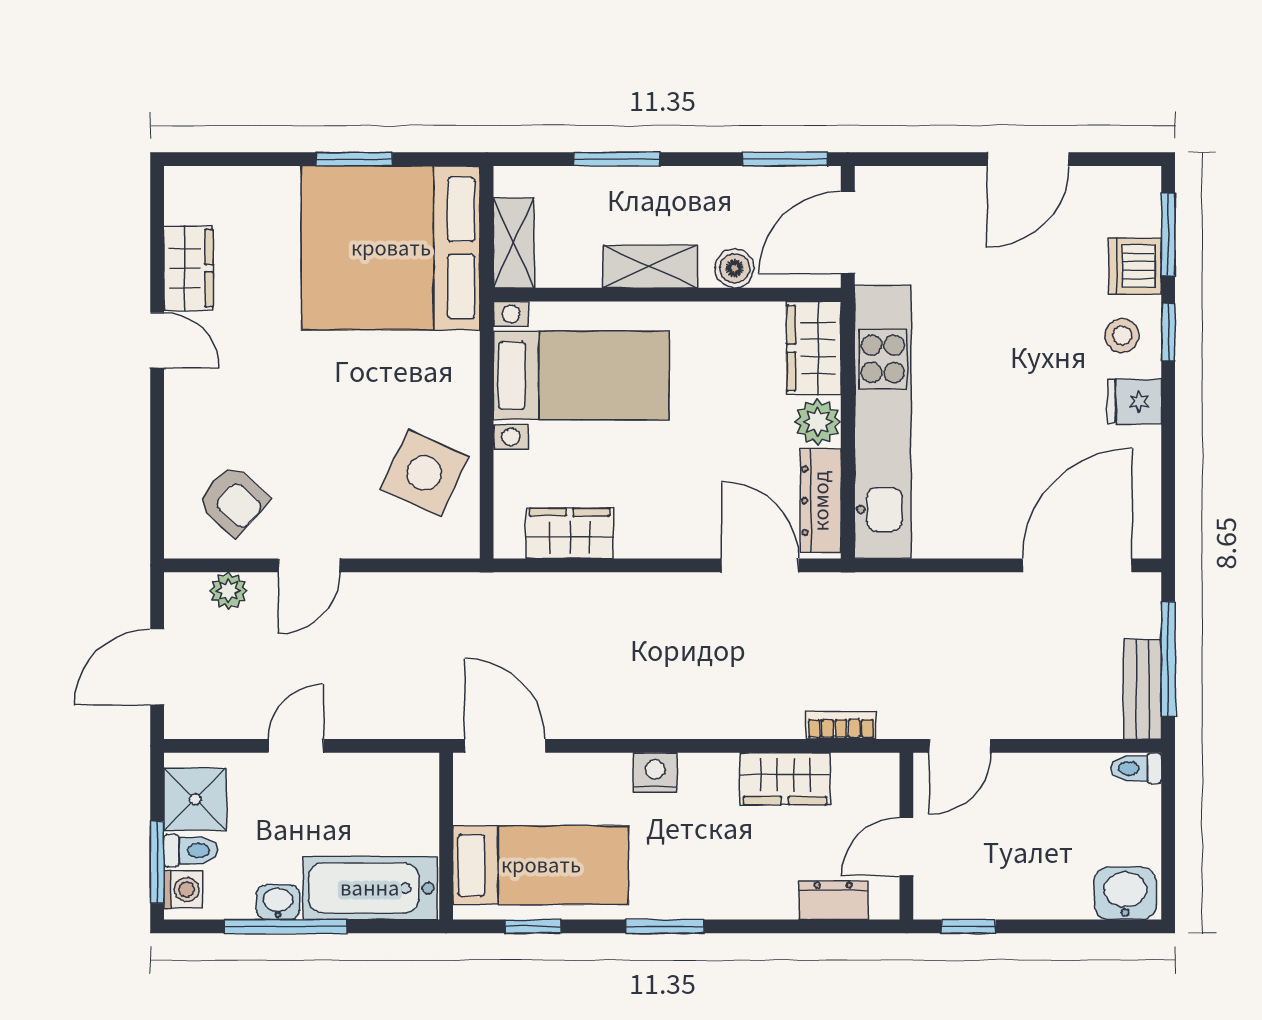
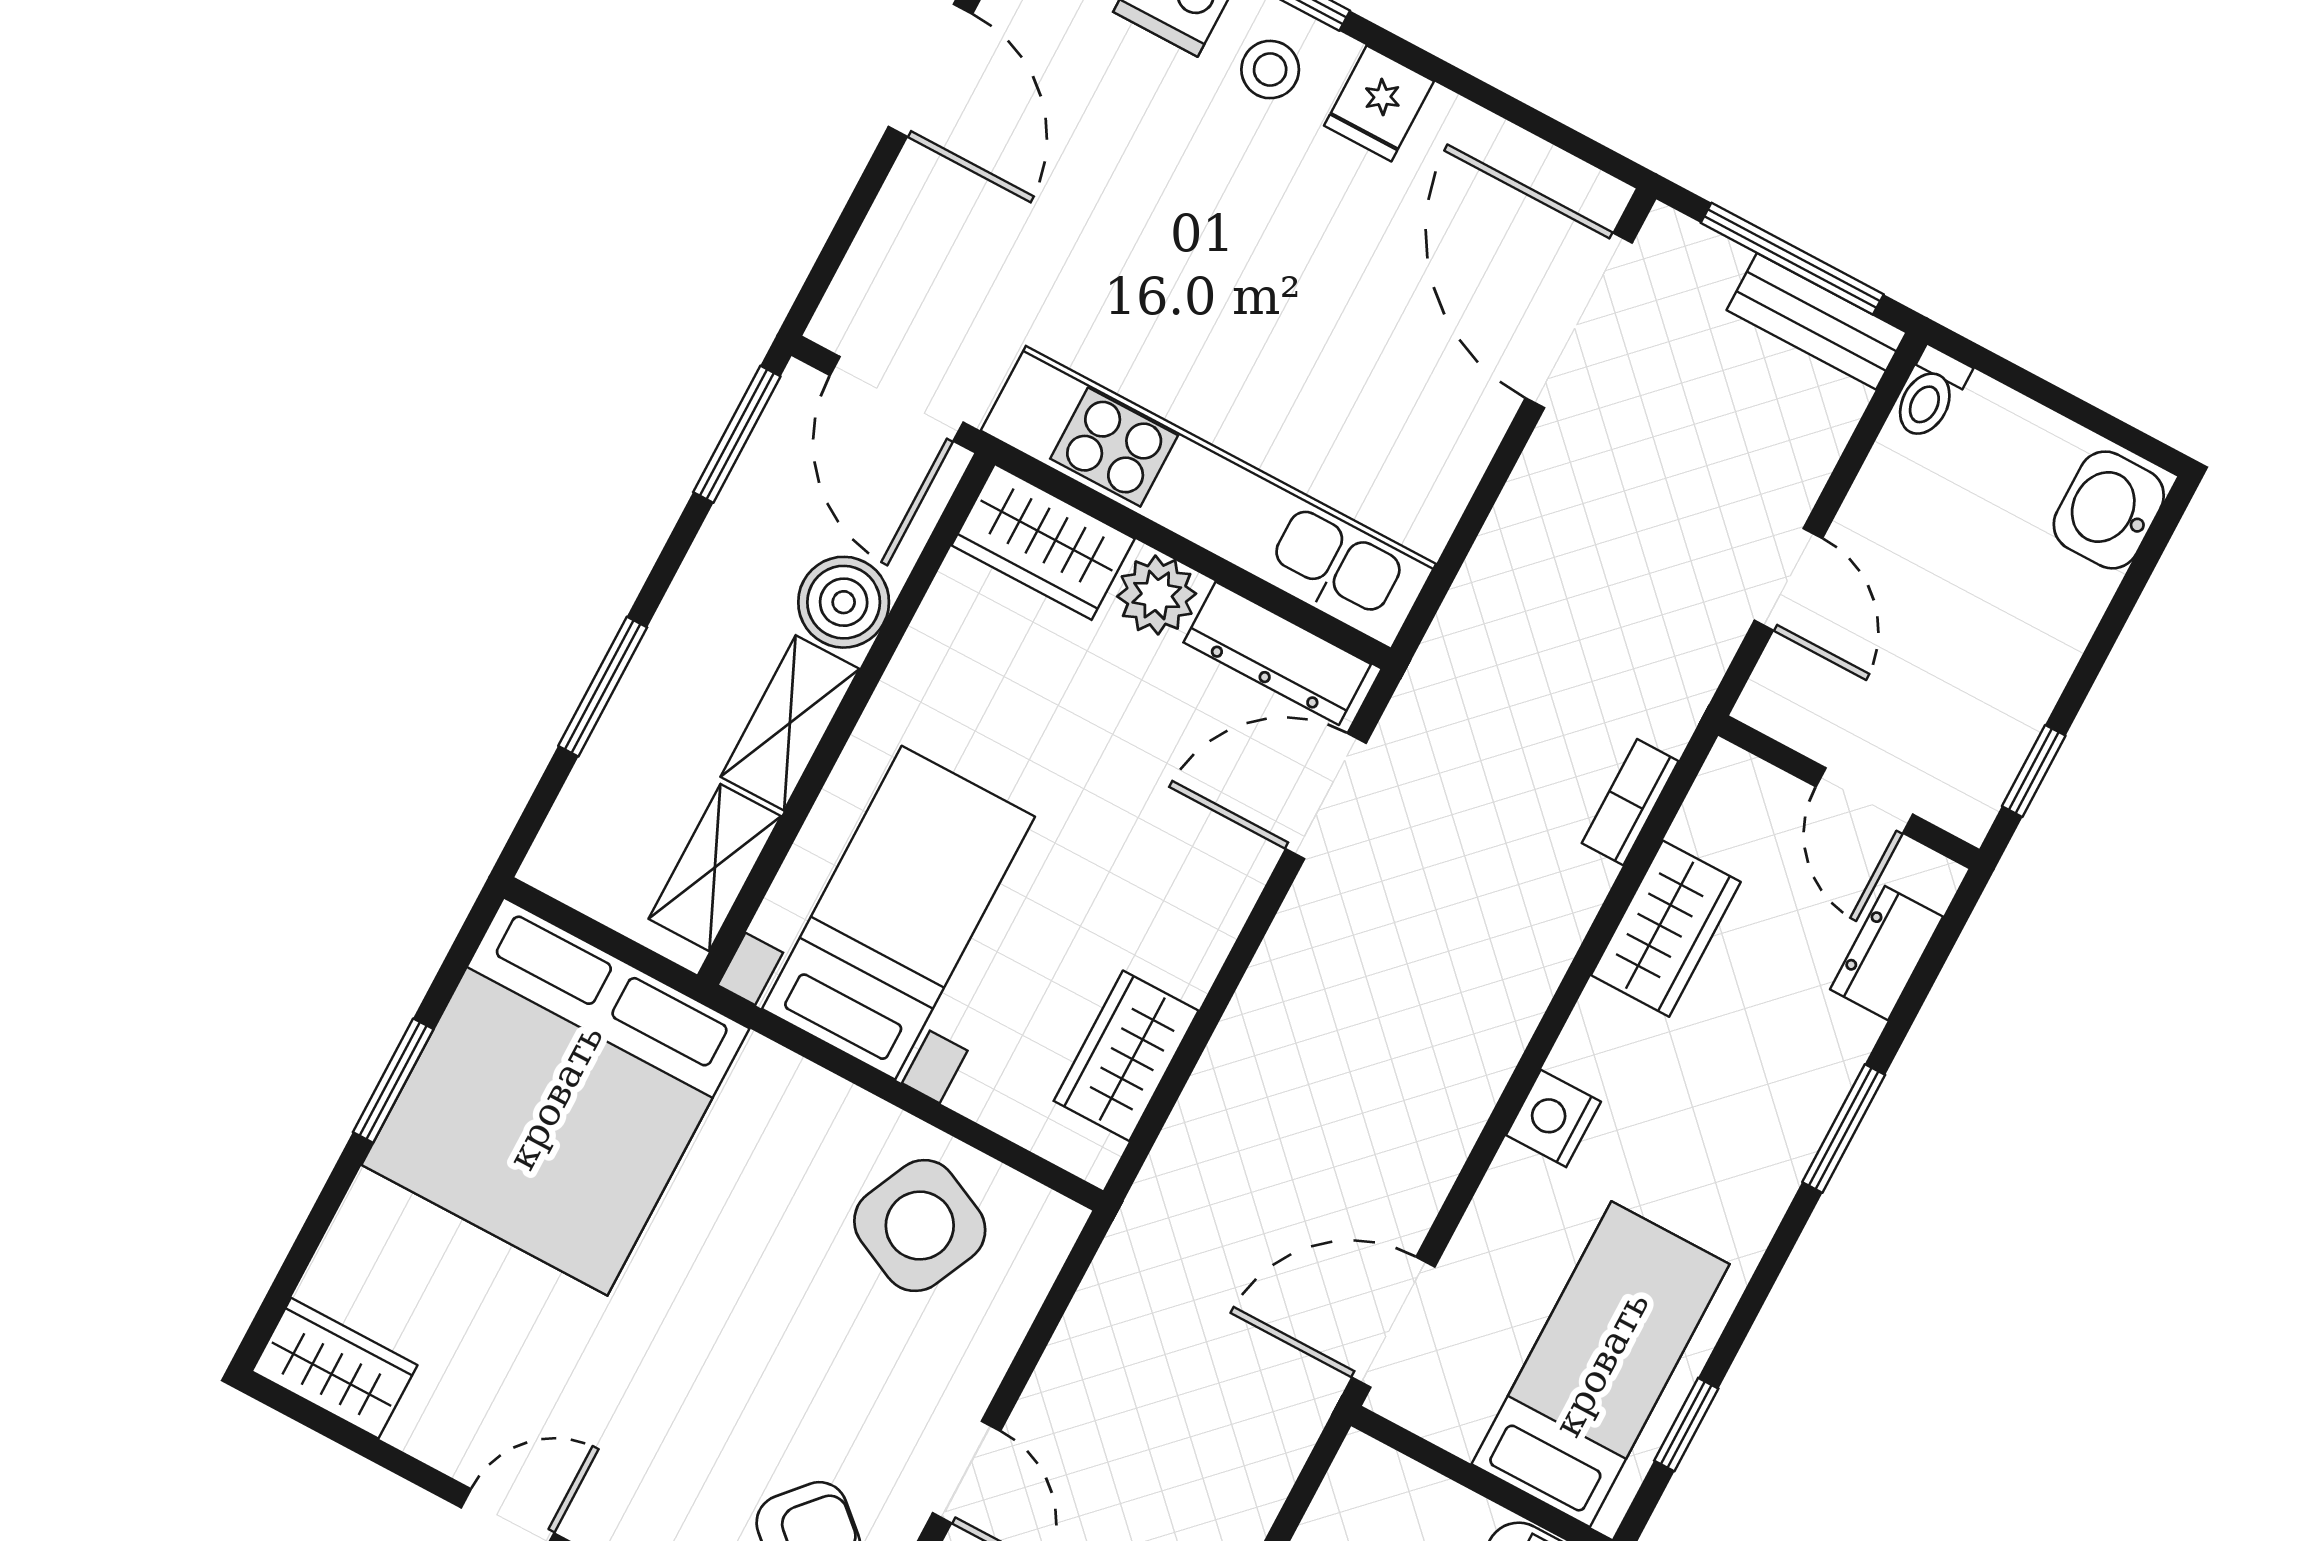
shelving: (514, 243) -> (715, 868), moved, turned 90
wardrobe: (188, 268) -> (335, 1368), moved
boiler: (735, 268) -> (844, 602), width x1.36, depth x1.36
door: (960, 746) -> (1788, 579), moved
window: (664, 926) -> (1844, 1128), moved

